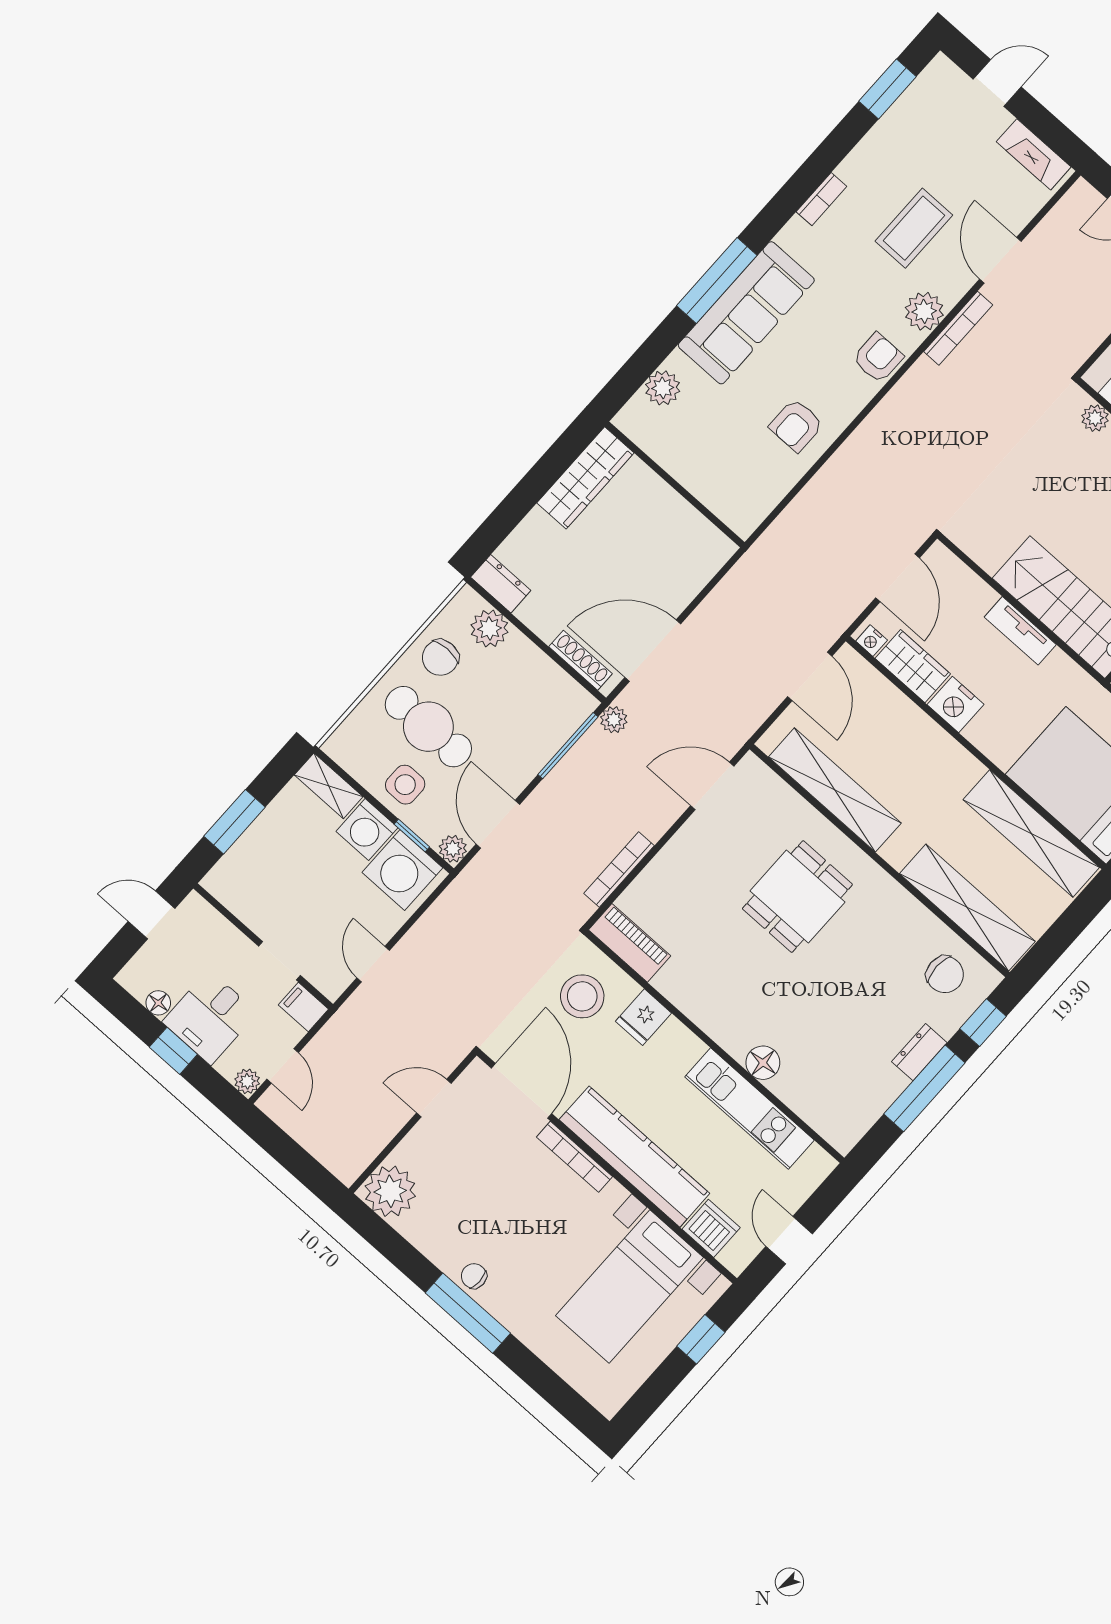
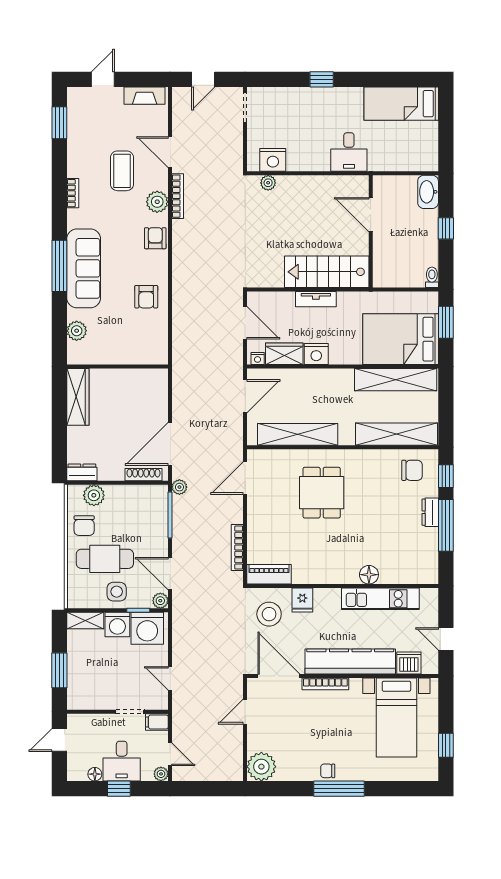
door: (810, 676) -> (245, 396), hinge flipped
window: (701, 1339) -> (446, 745), moved

